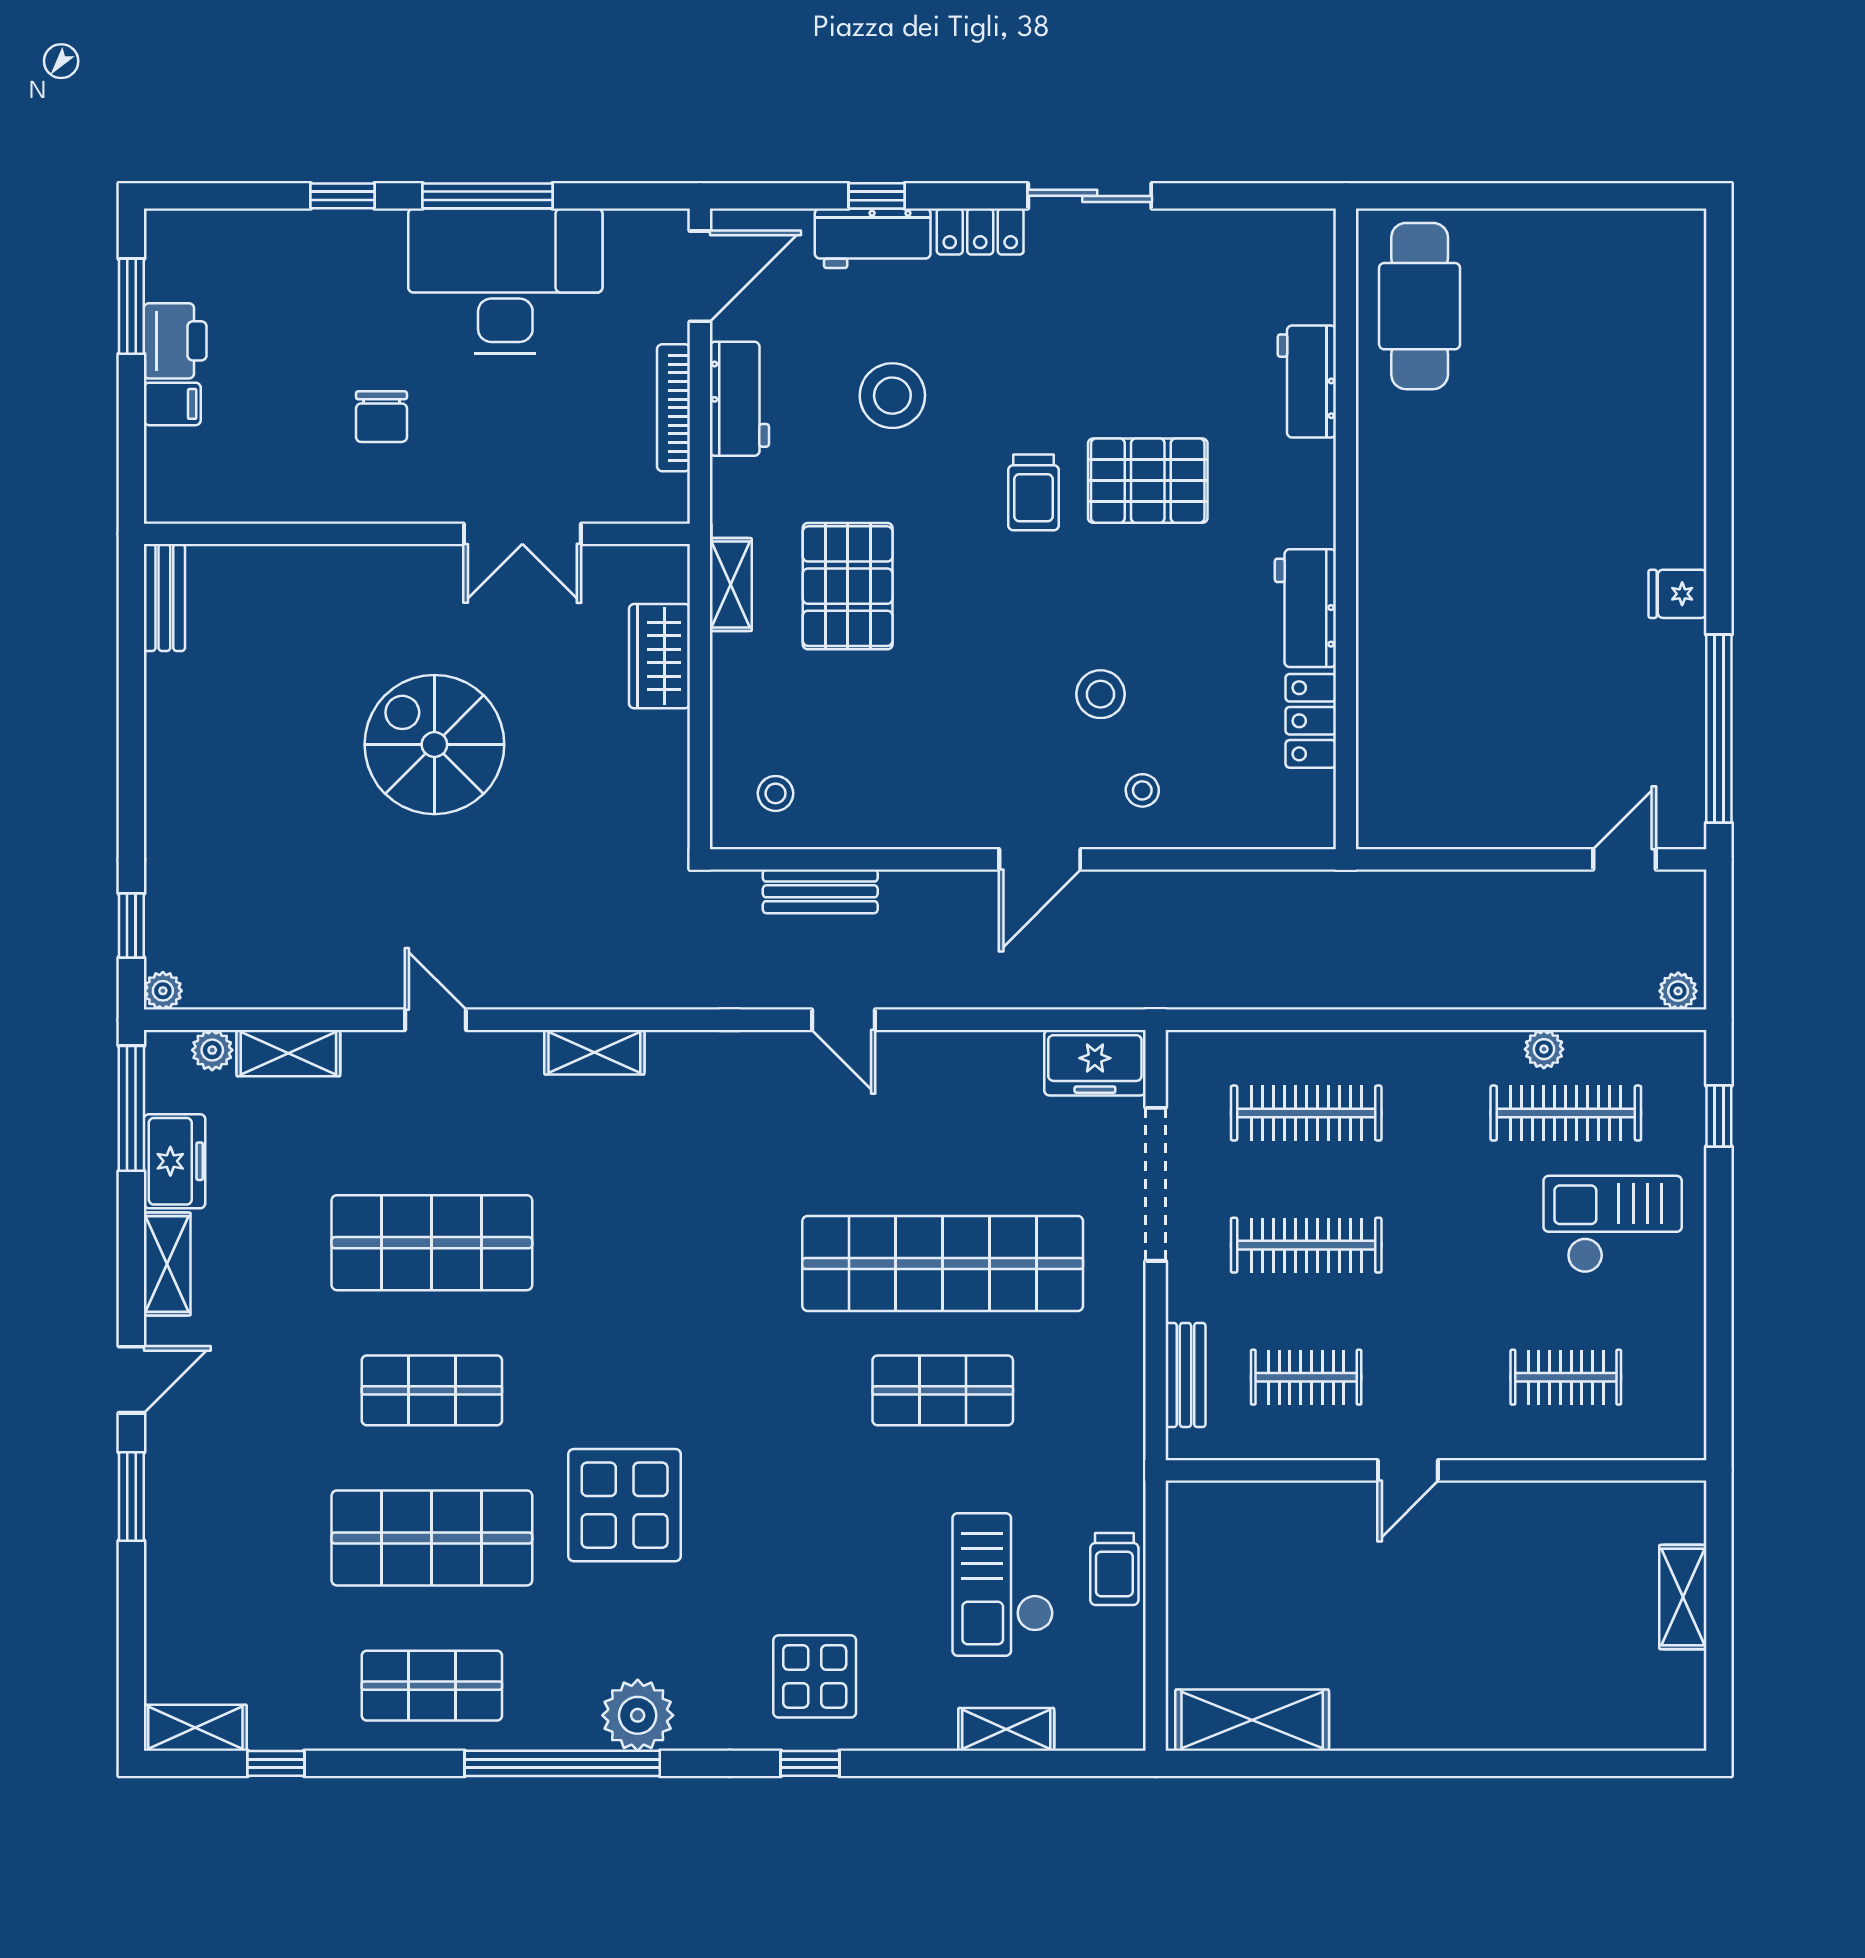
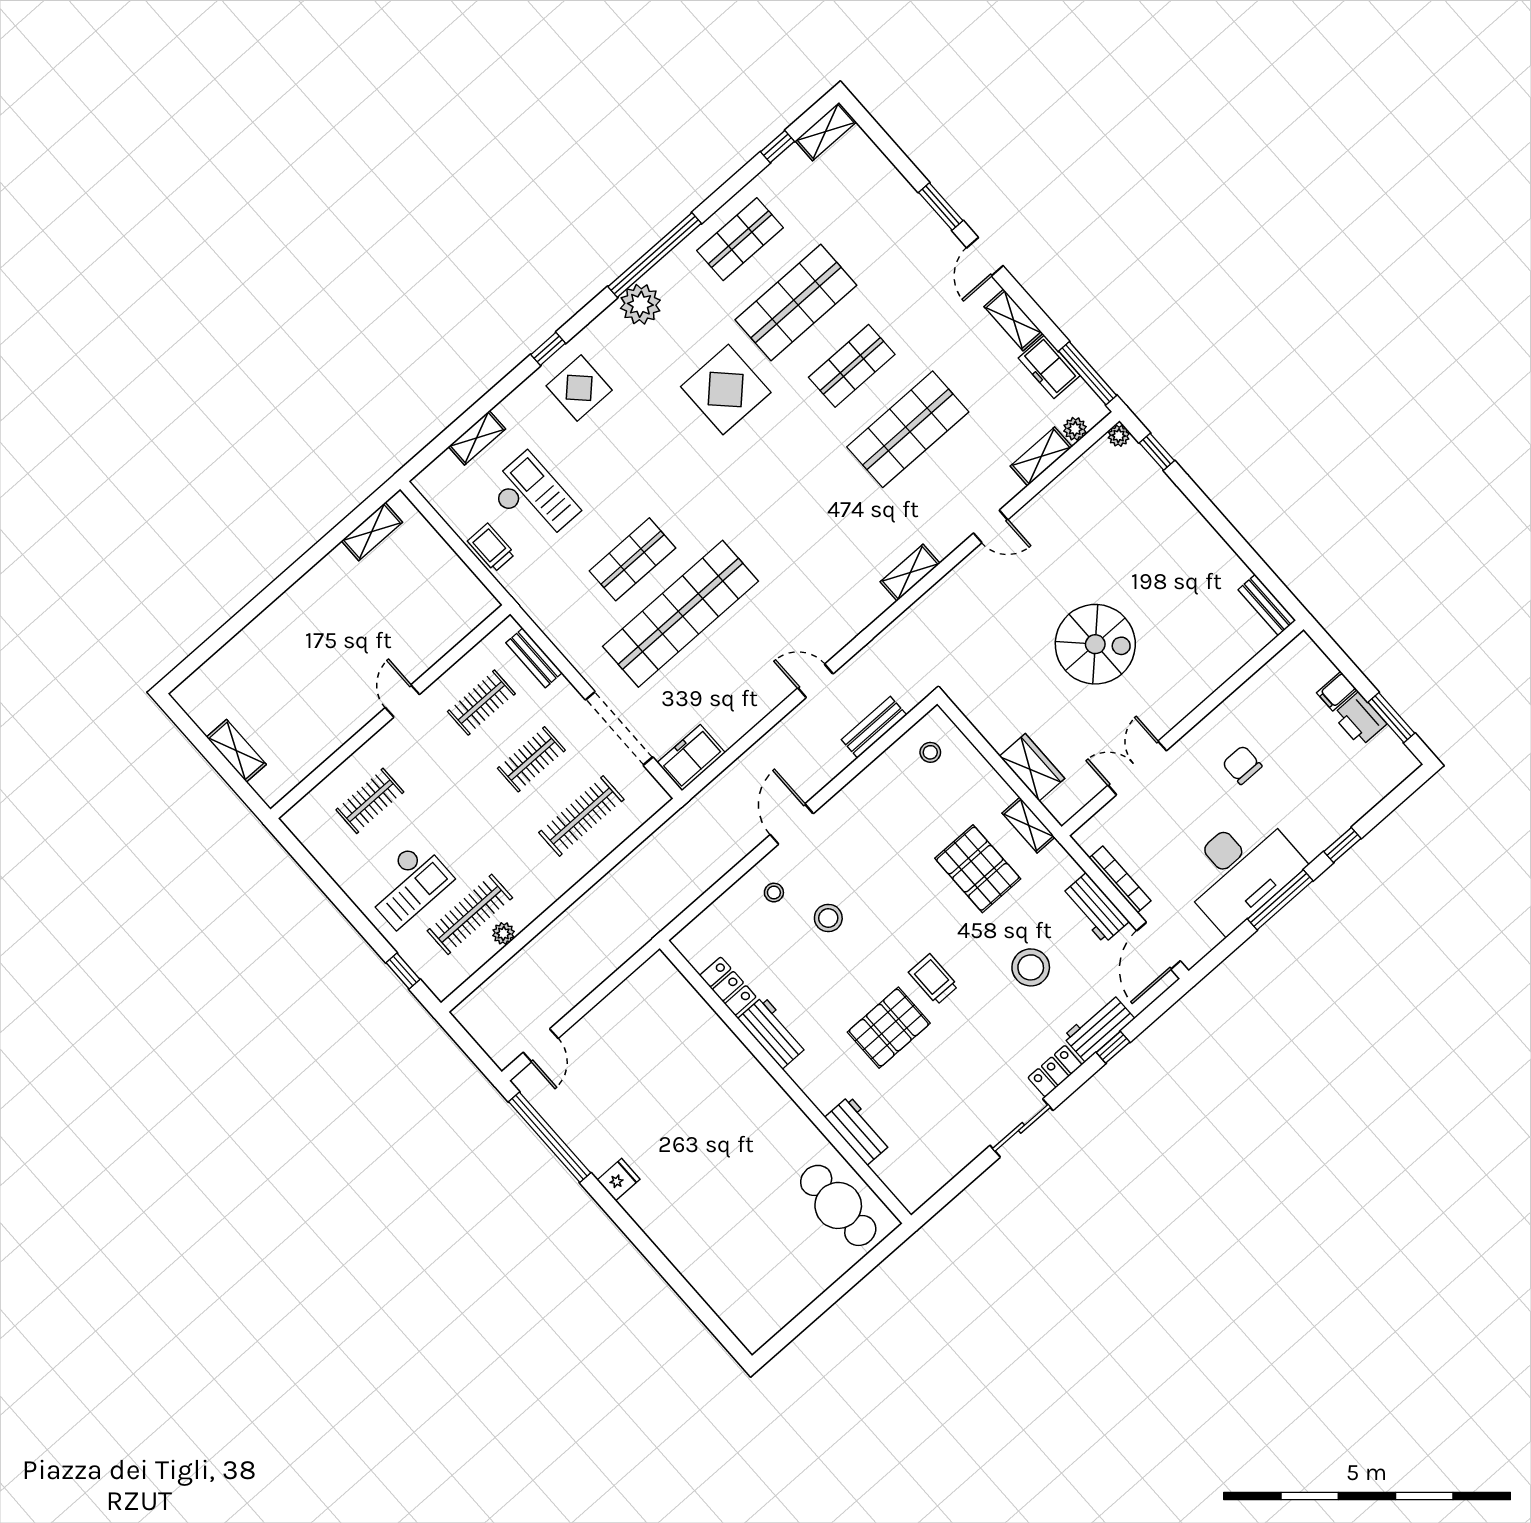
plant: (1678, 991) -> (468, 1009), removed
clothes rail: (1306, 1245) -> (531, 759), width x0.73
shelving: (1252, 1720) -> (372, 532), width x0.67, depth x0.75

